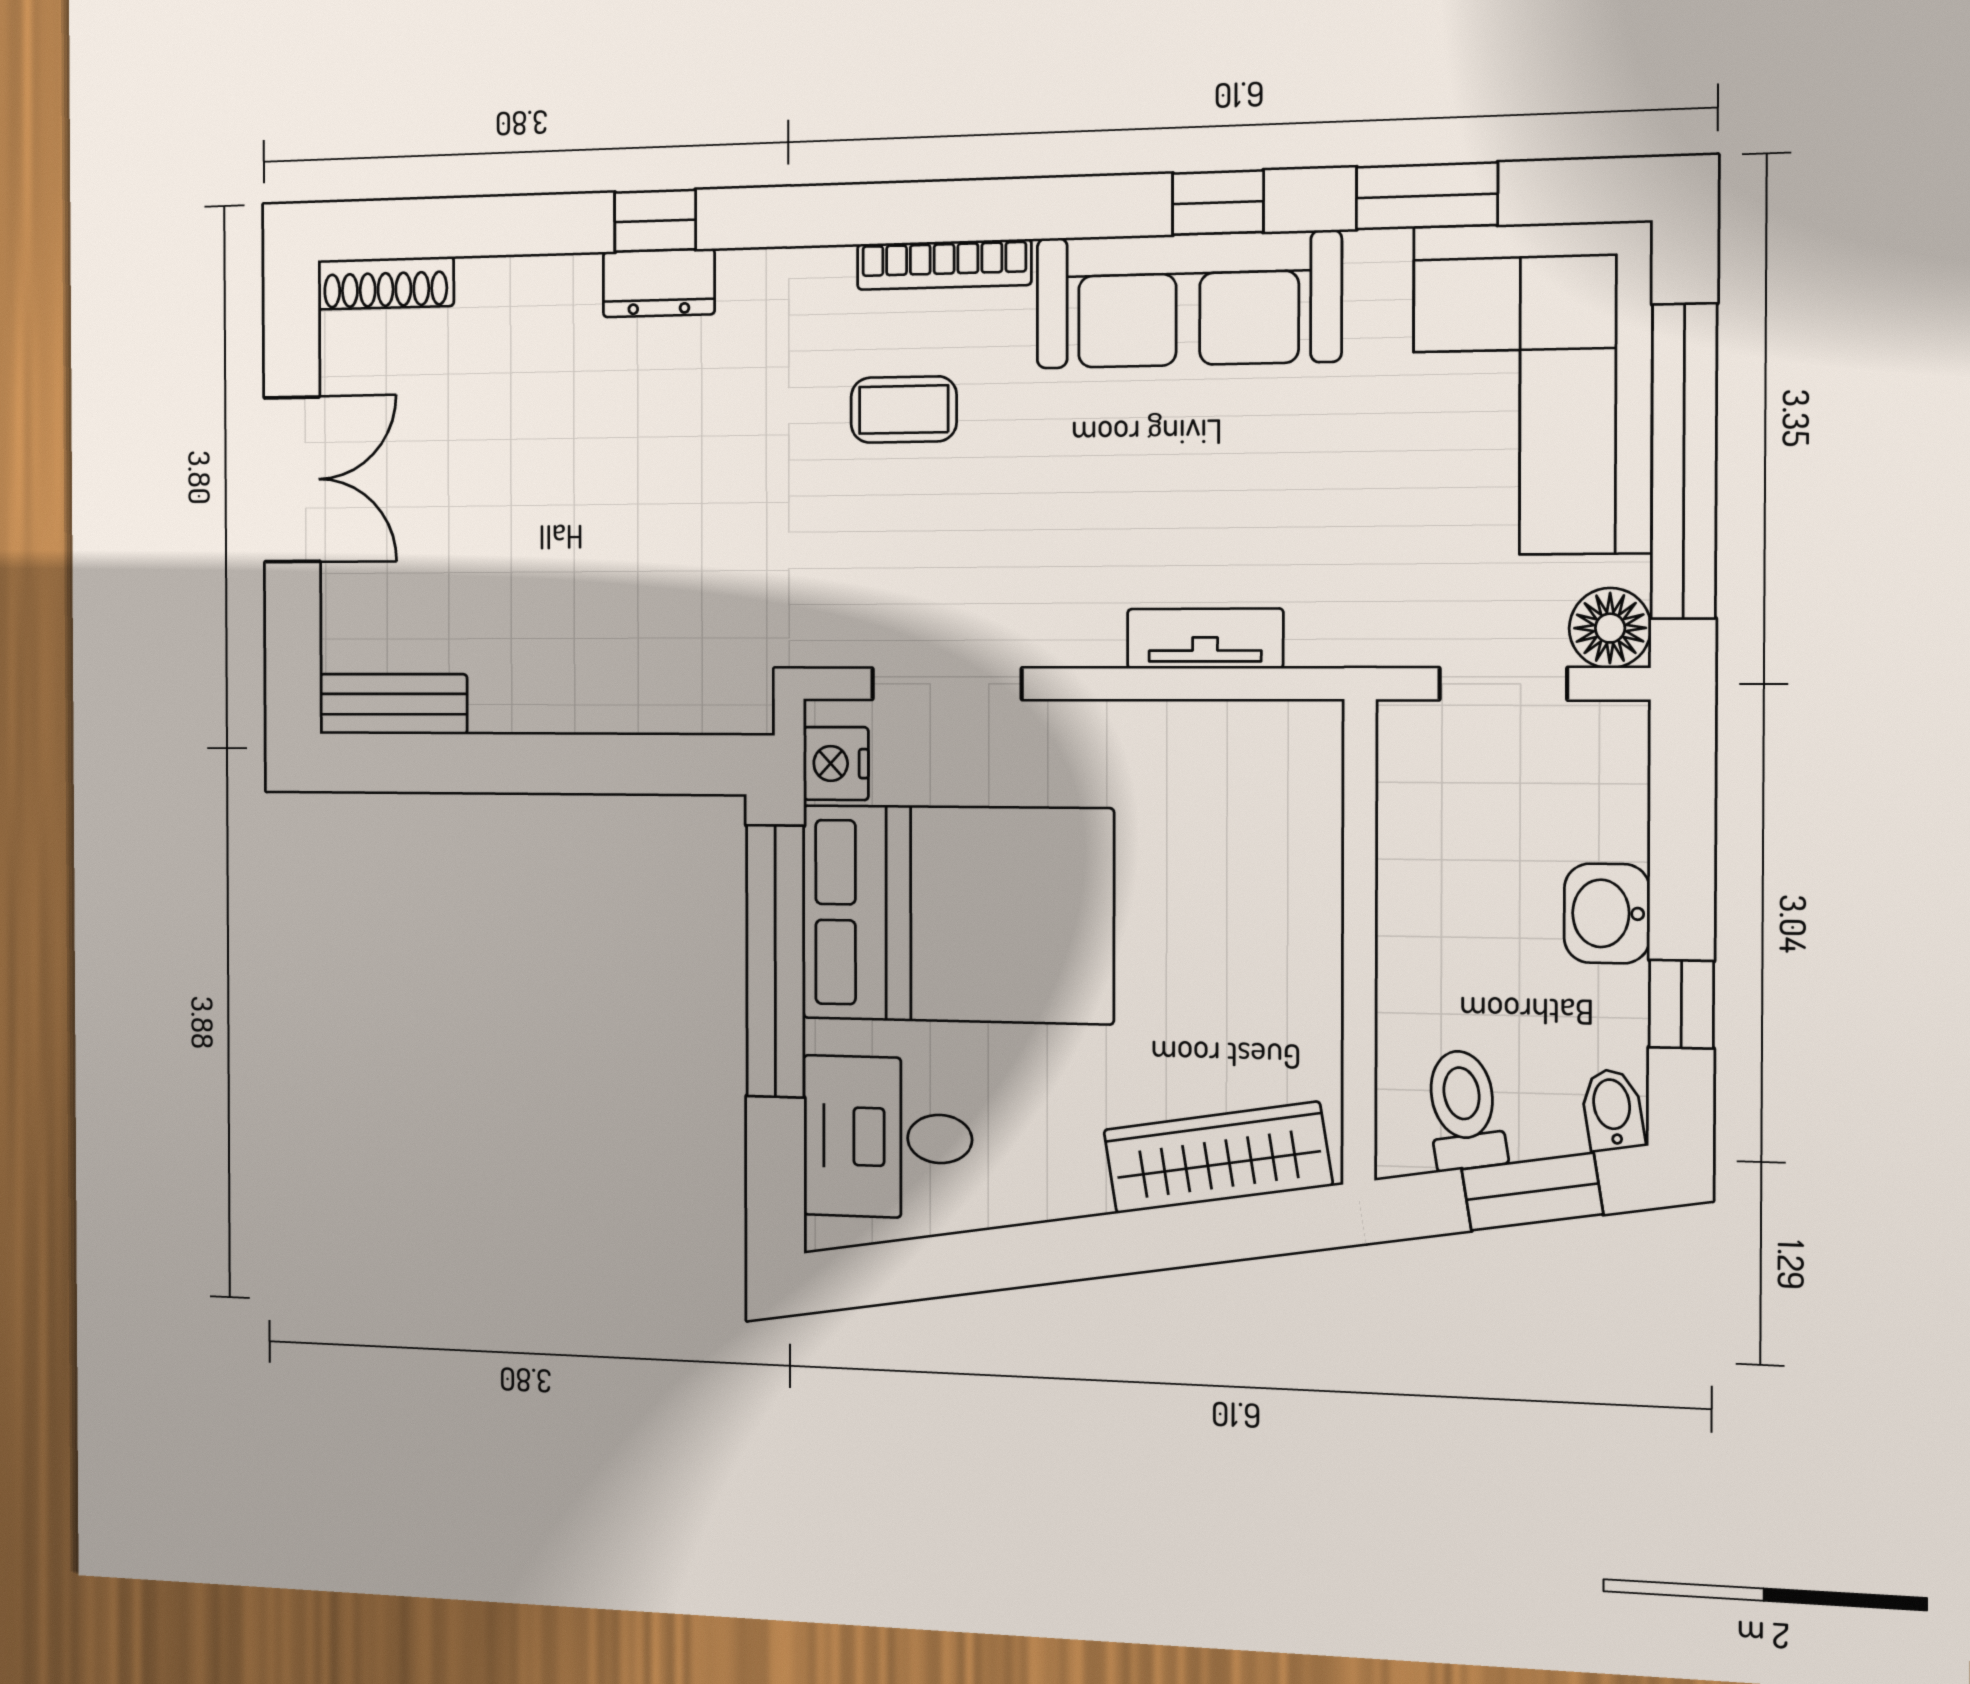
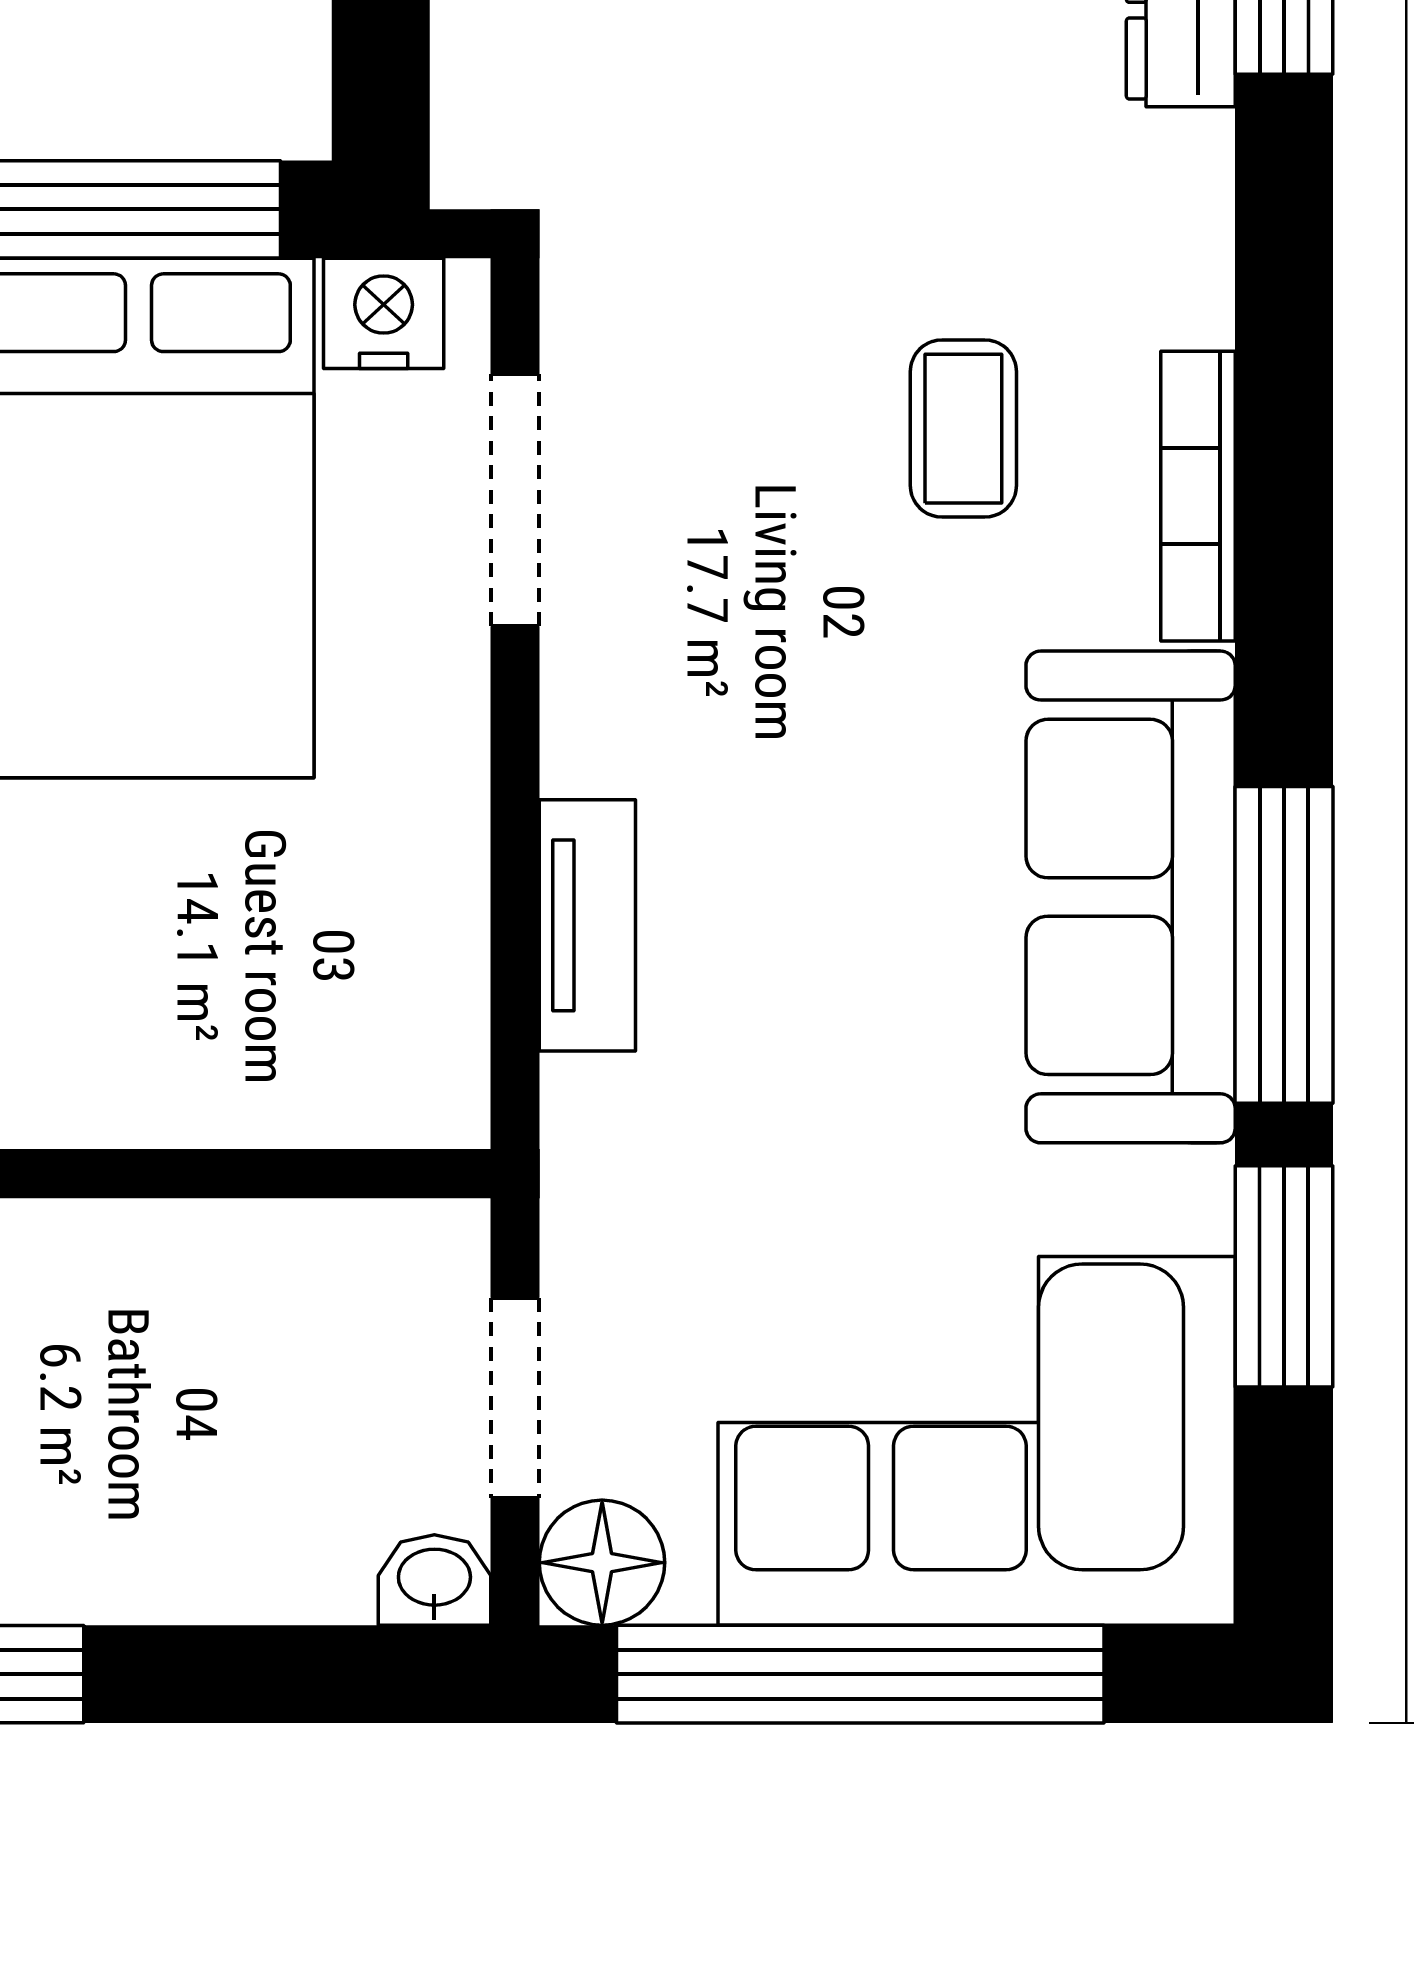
window: (1218, 203) -> (1284, 945), width x2.17
washbasin: (1607, 913) -> (434, 1580), moved, width x0.72, depth x0.69

